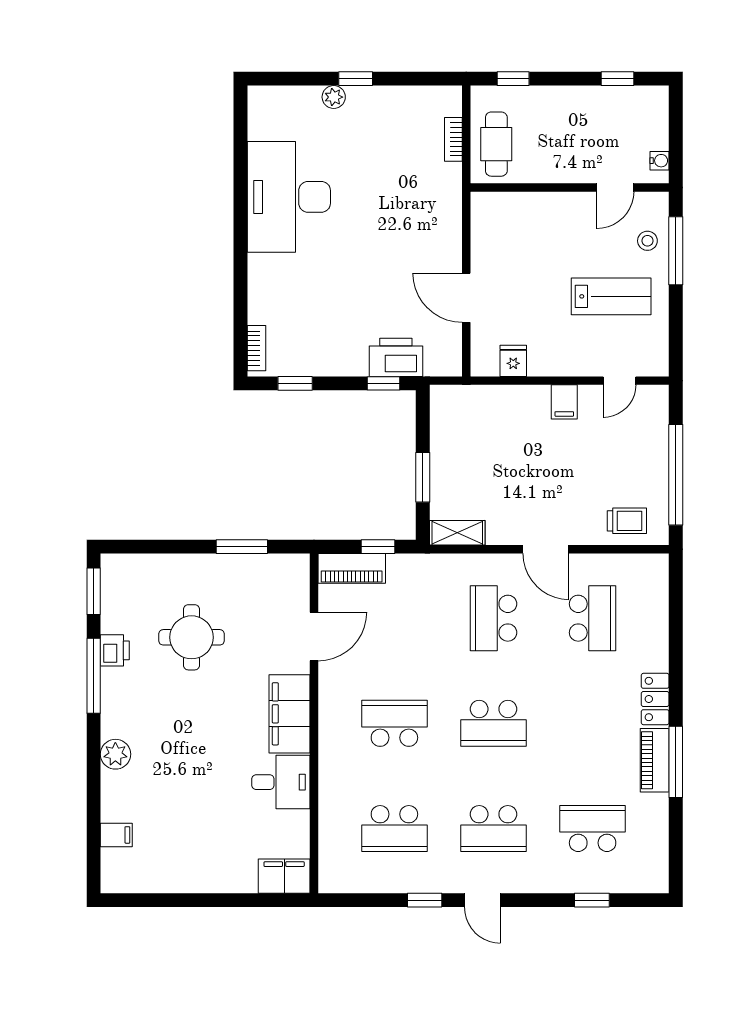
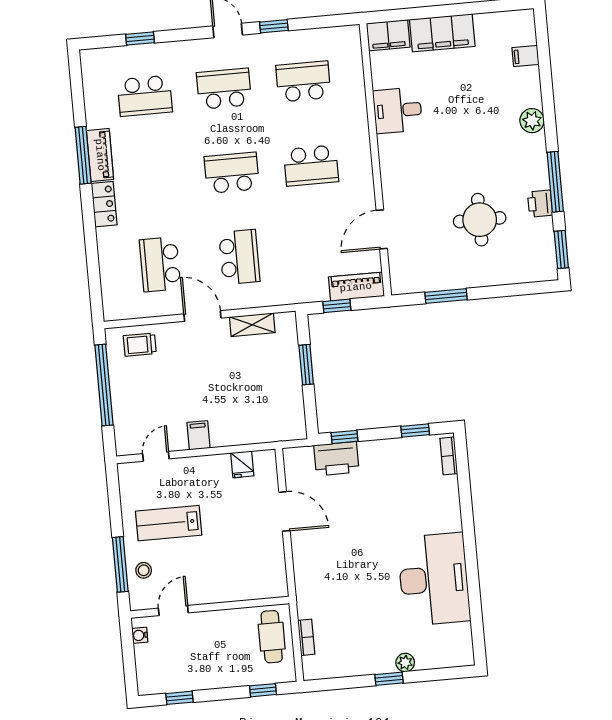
shelving: (457, 533) -> (252, 325), moved
filing cabinet: (290, 714) -> (442, 33), moved, turned 90

